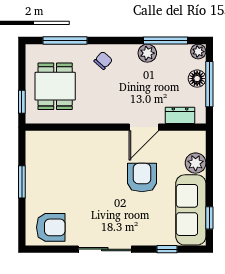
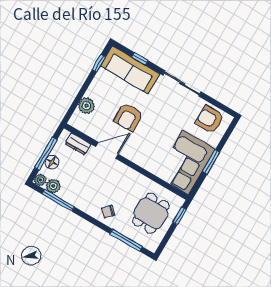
plant: (147, 53) -> (53, 186), moved
corner sofa: (50, 165) -> (186, 162), added
sofa: (191, 210) -> (130, 70), moved, turned 90

